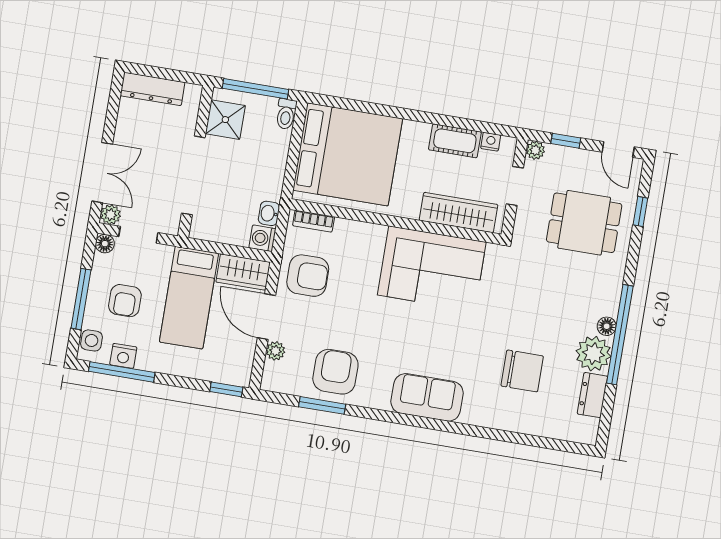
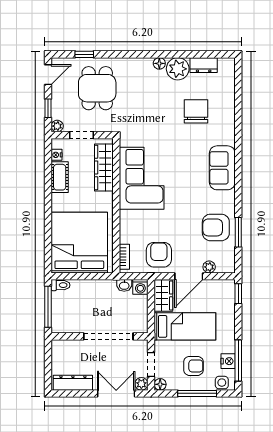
dresser: (153, 89) -> (73, 383), moved, turned -90
shower: (225, 120) -> (70, 322), removed
window: (620, 335) -> (163, 54), removed

